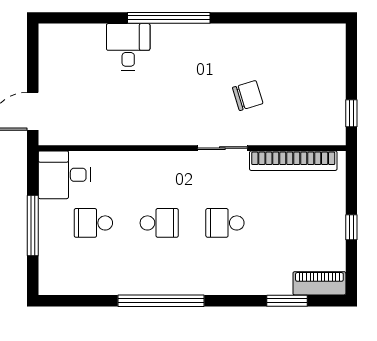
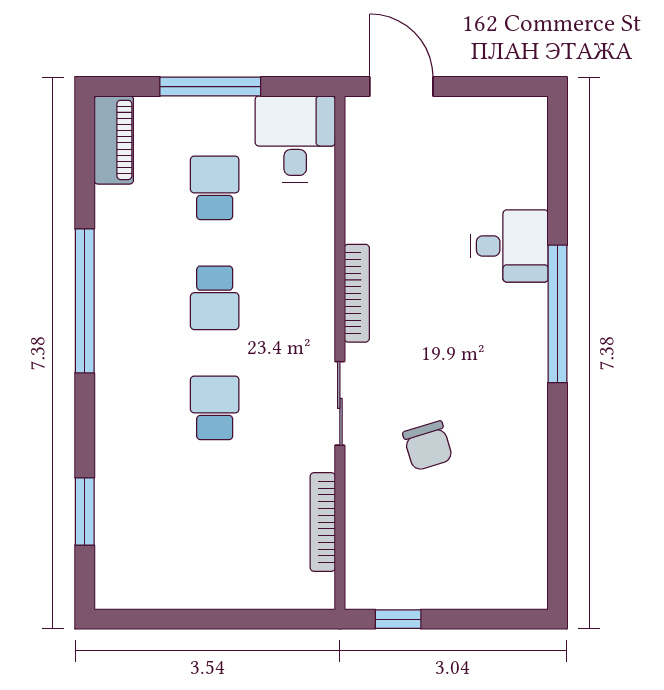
bookcase: (156, 138) -> (357, 293), added
bookcase: (293, 161) -> (323, 522), width x0.68, depth x0.76
window: (351, 227) -> (207, 619), removed
piano: (319, 283) -> (114, 140), moved

